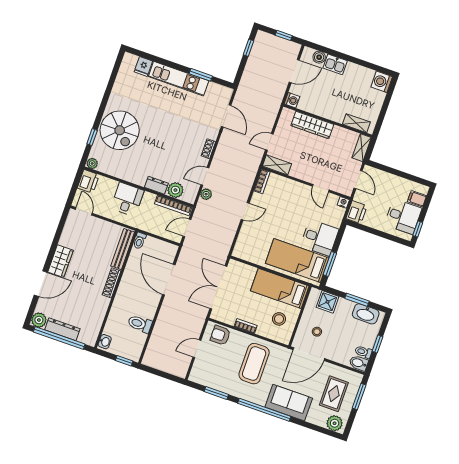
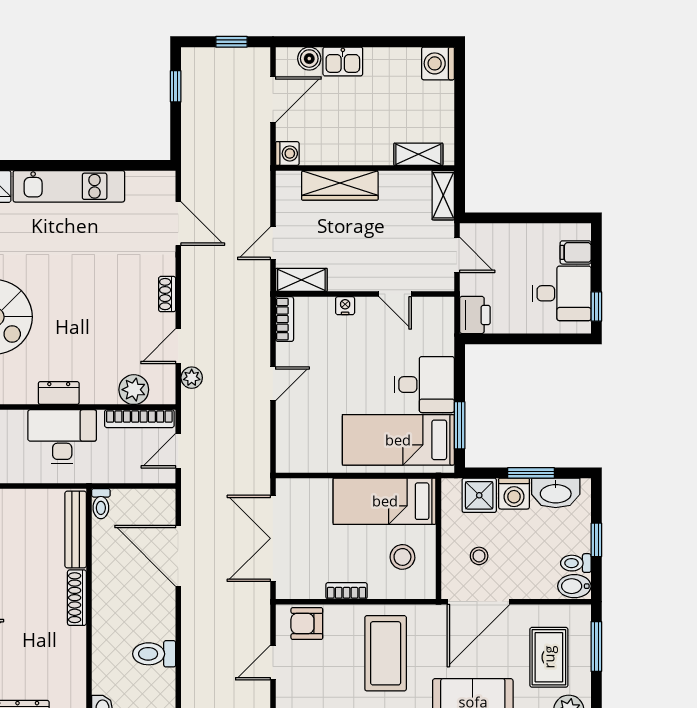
window: (201, 75) -> (107, 165), removed
dresser: (156, 185) -> (59, 393), moved
desk: (127, 199) -> (62, 437), width x1.37
nightstand: (343, 202) -> (345, 306), moved
washing machine: (345, 307) -> (514, 494), added

